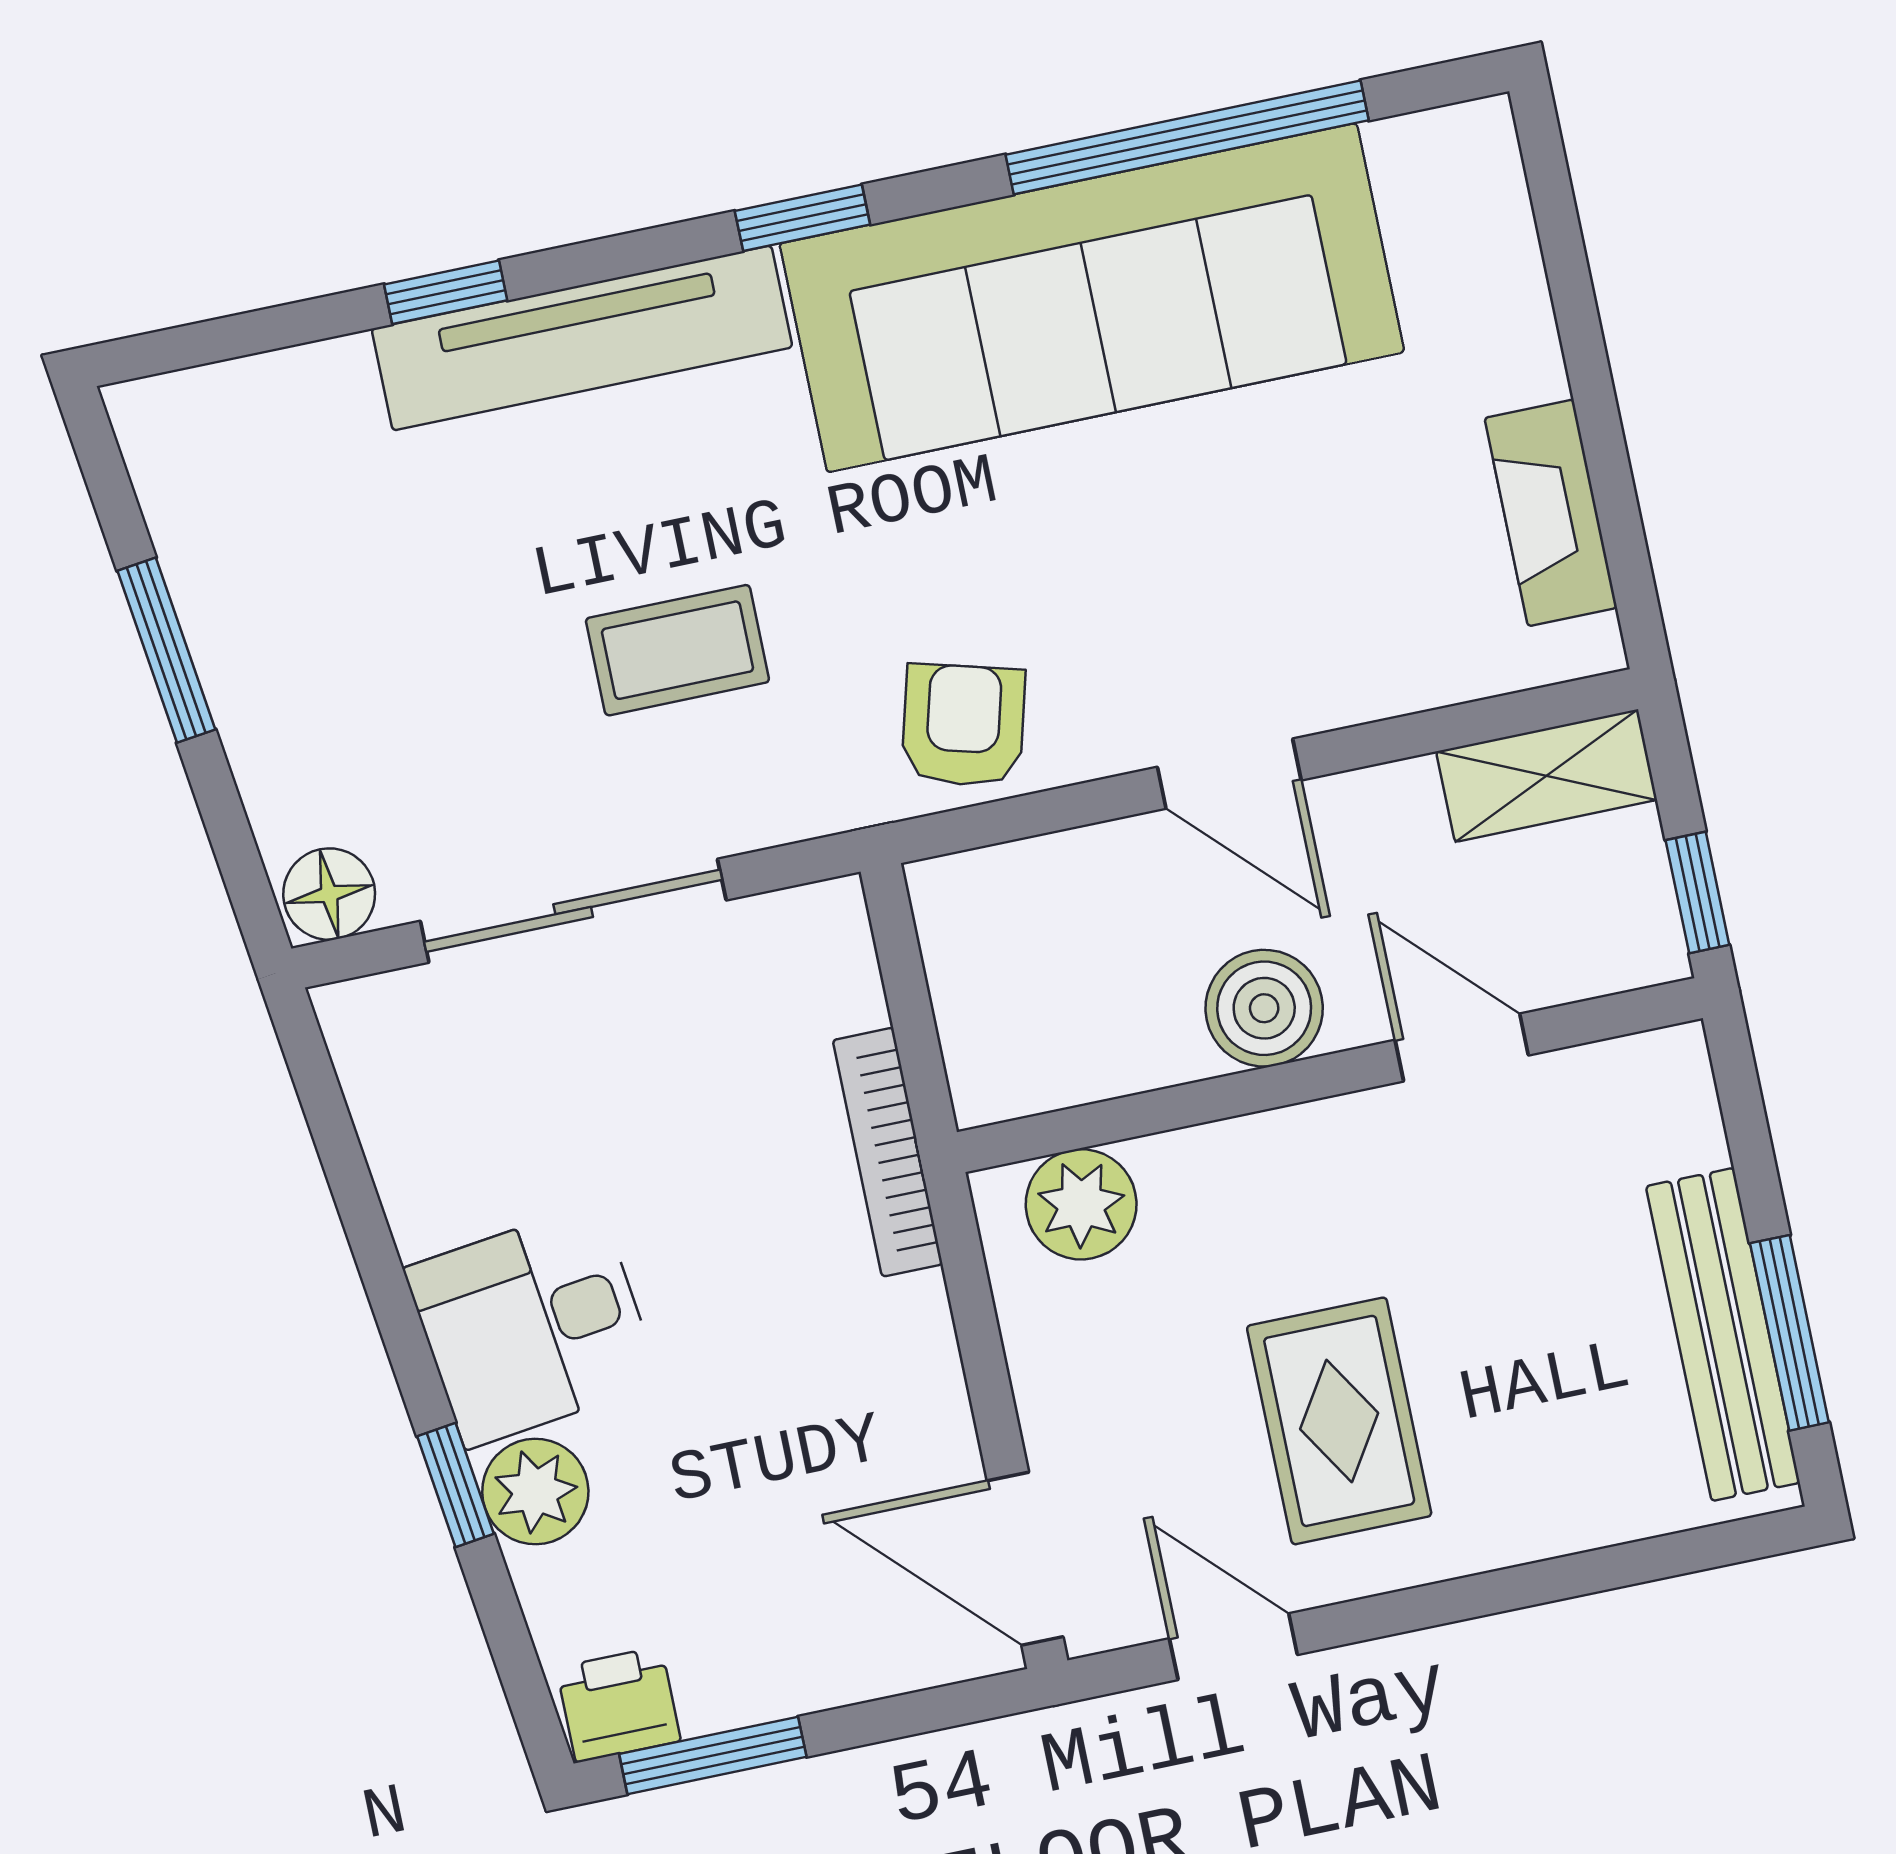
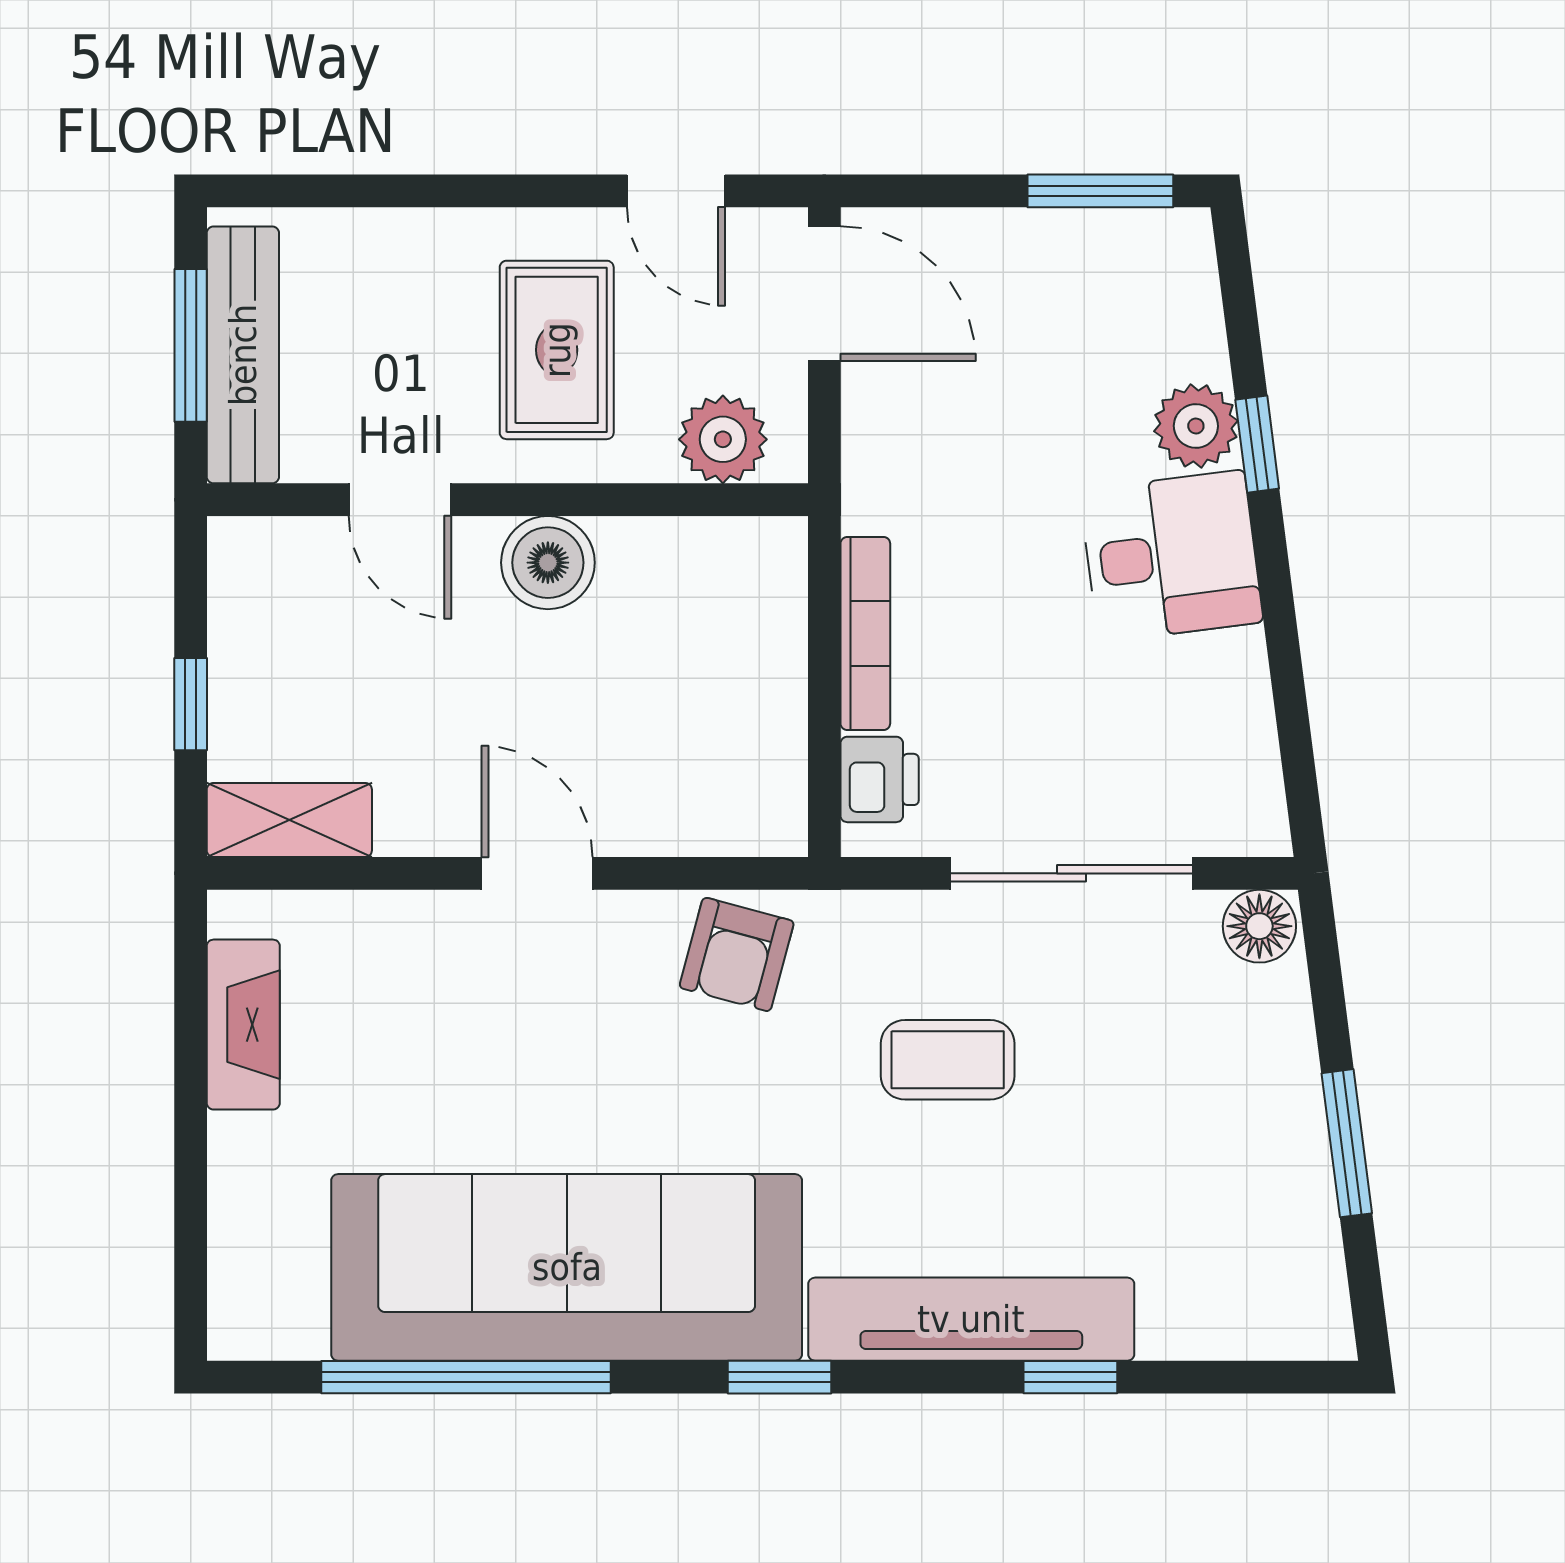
boiler: (1264, 1008) -> (548, 563), moved
door: (1462, 1048) -> (400, 500), moved
wall: (1330, 1075) -> (508, 500), moved
plant: (1081, 1204) -> (723, 439), moved
printer: (619, 1704) -> (880, 779), moved, turned -90

